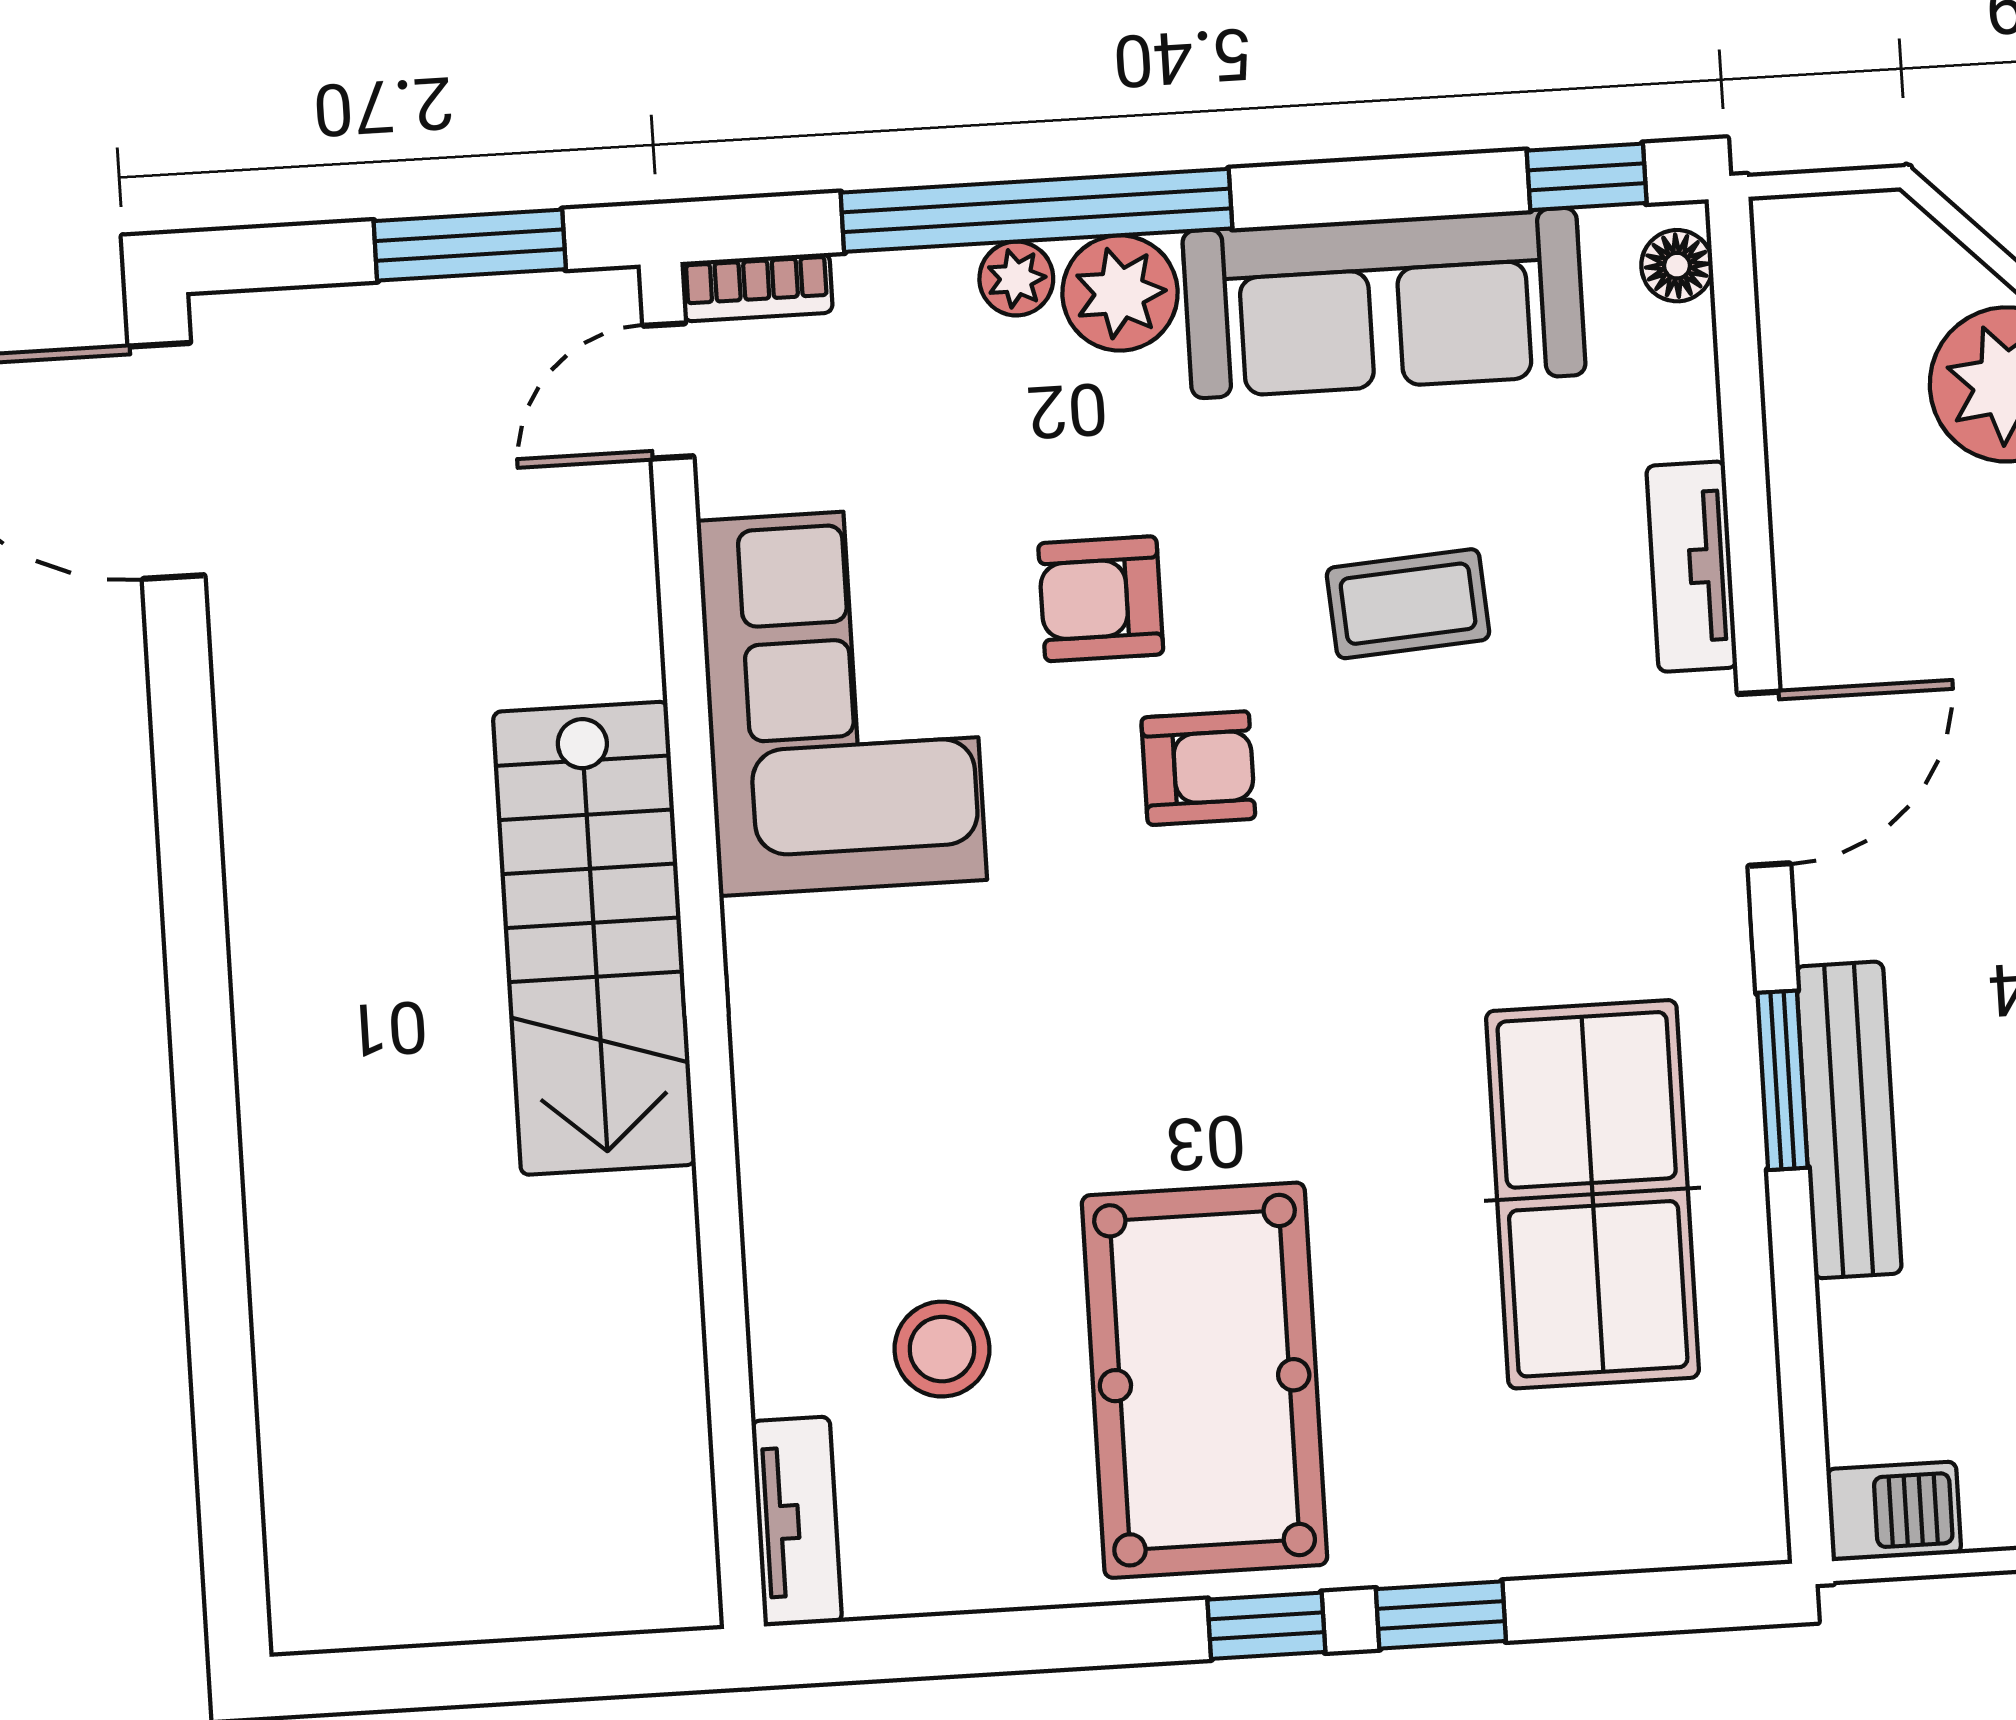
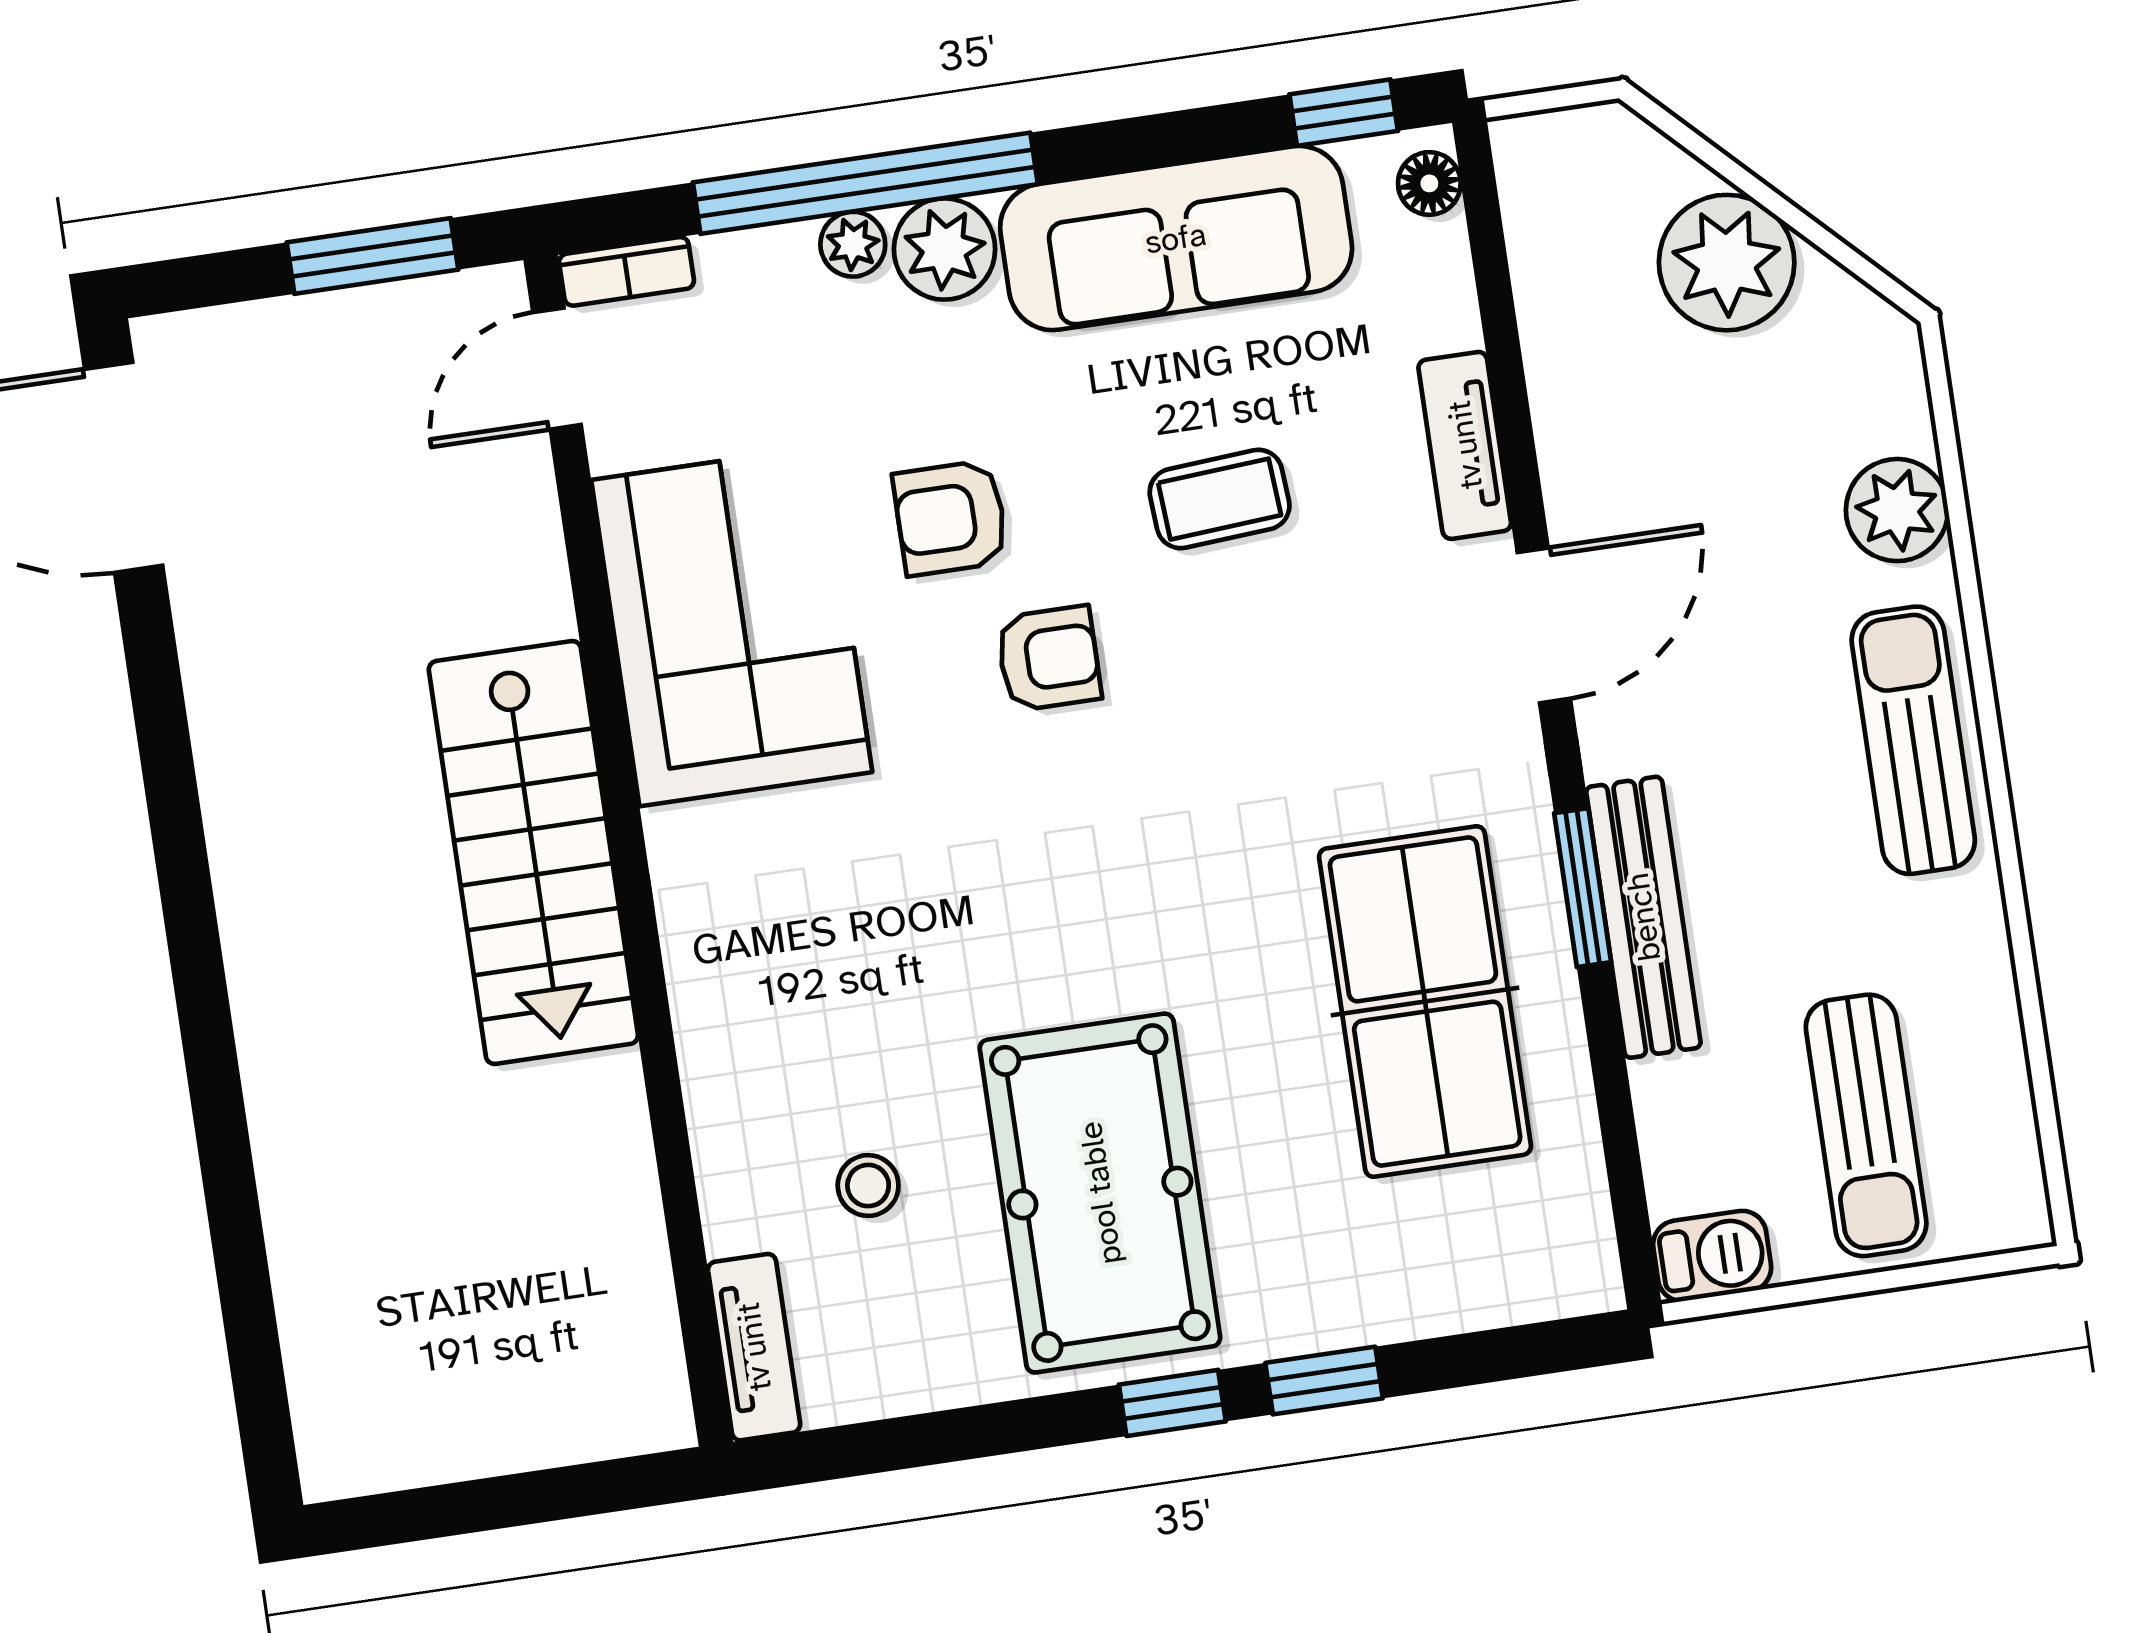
stool: (942, 1349) -> (868, 1186), width x0.73, depth x0.73

